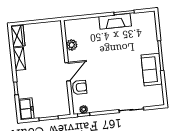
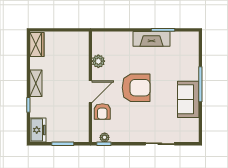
shelving: (19, 59) -> (36, 83), moved
armchair: (106, 64) -> (136, 88), added
armchair: (79, 87) -> (102, 111), turned 90

